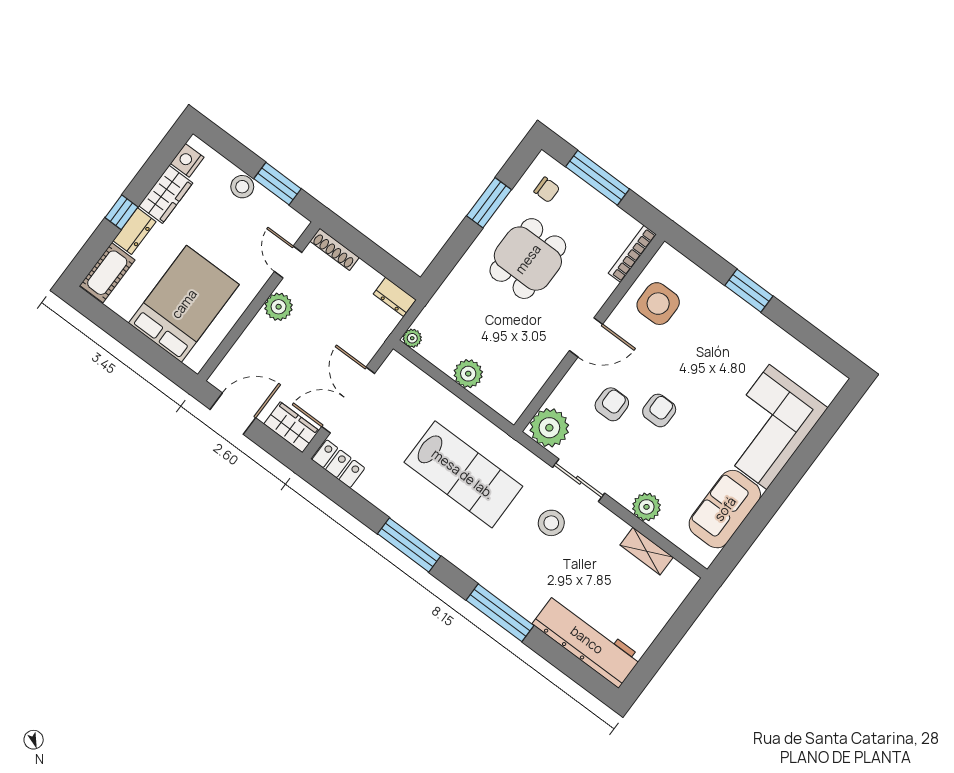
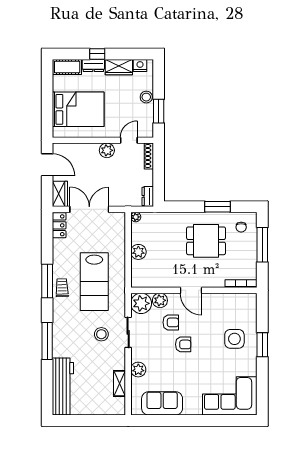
side table: (658, 304) -> (234, 339), moved
plant: (566, 396) -> (160, 300), added
corner sofa: (768, 427) -> (230, 396), moved
trolley: (436, 530) -> (62, 288), added

